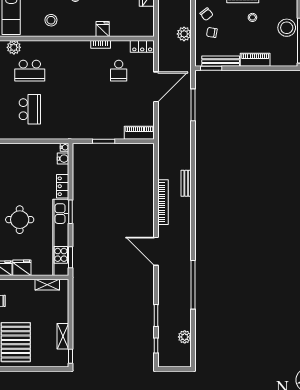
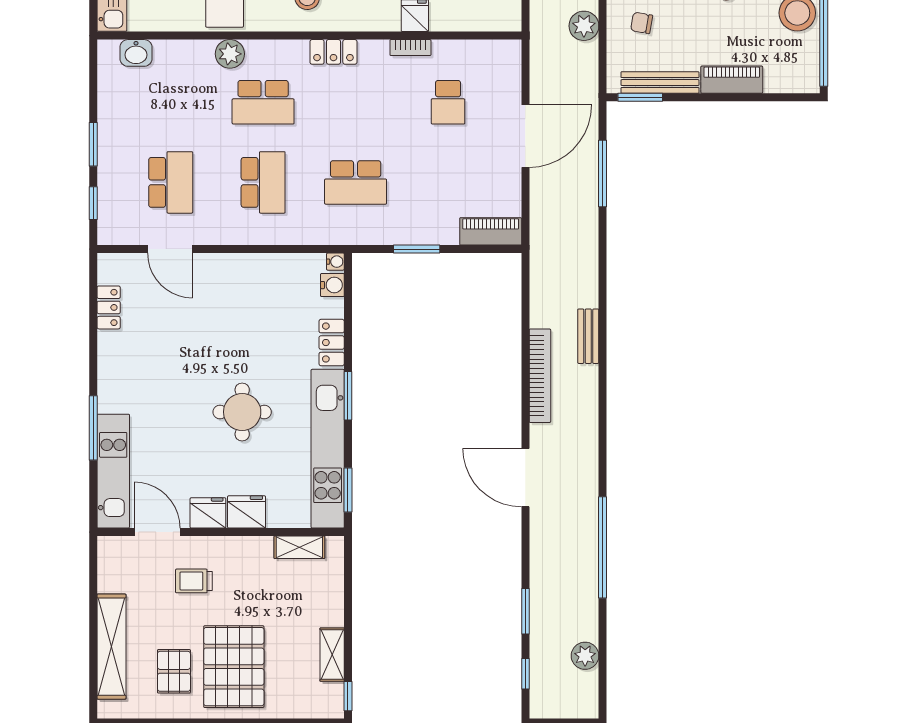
locker: (142, 46) -> (333, 52), moved
school desk: (74, 109) -> (356, 182), added

